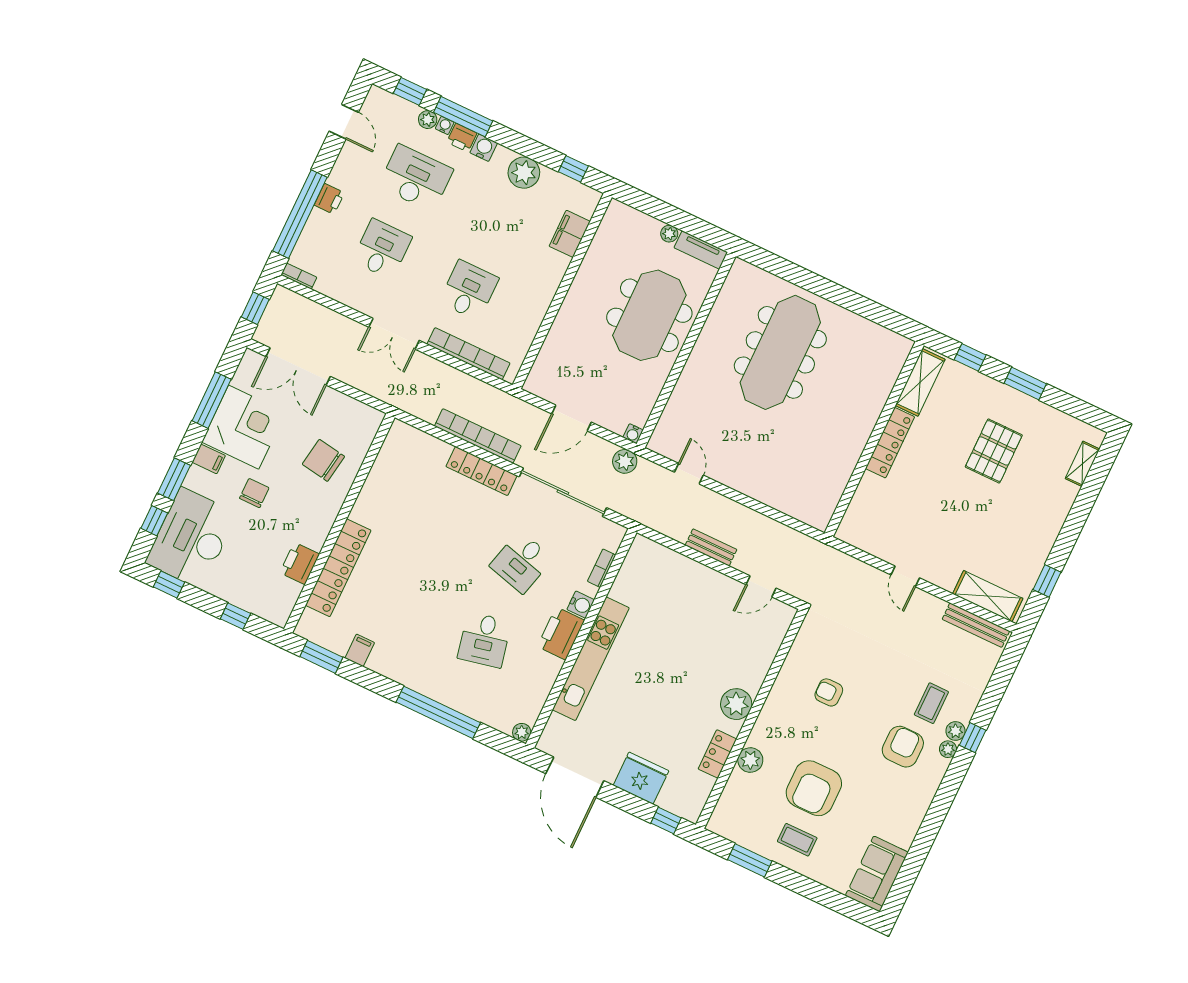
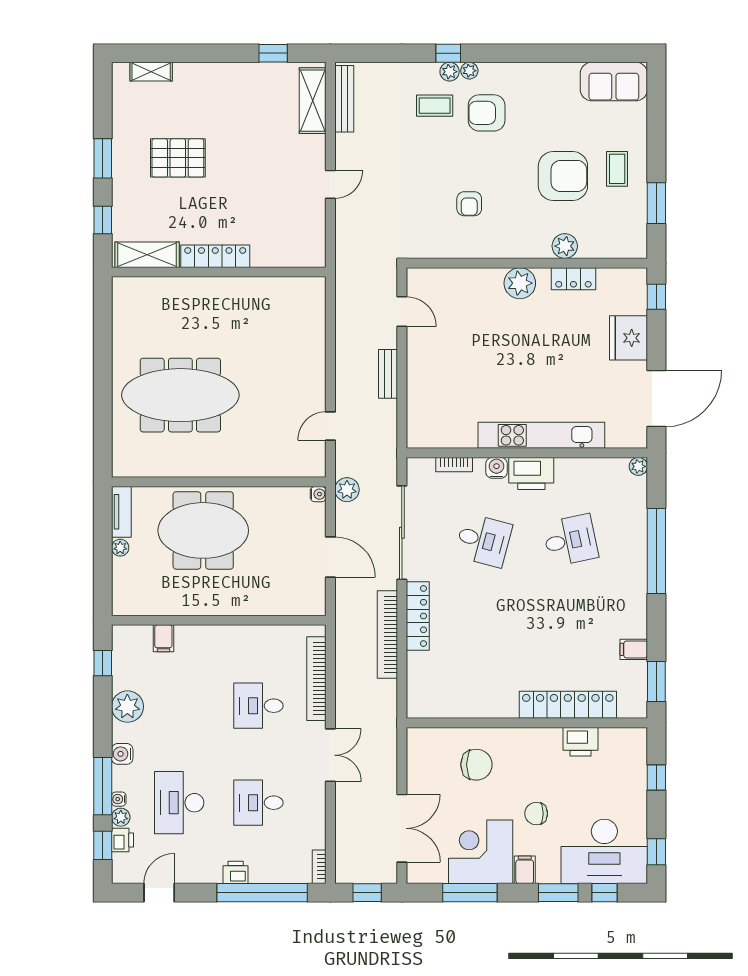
printer: (462, 138) -> (122, 840), moved
filing cabinet: (570, 234) -> (163, 638), width x0.50
chair: (323, 460) -> (476, 765), turned -99

